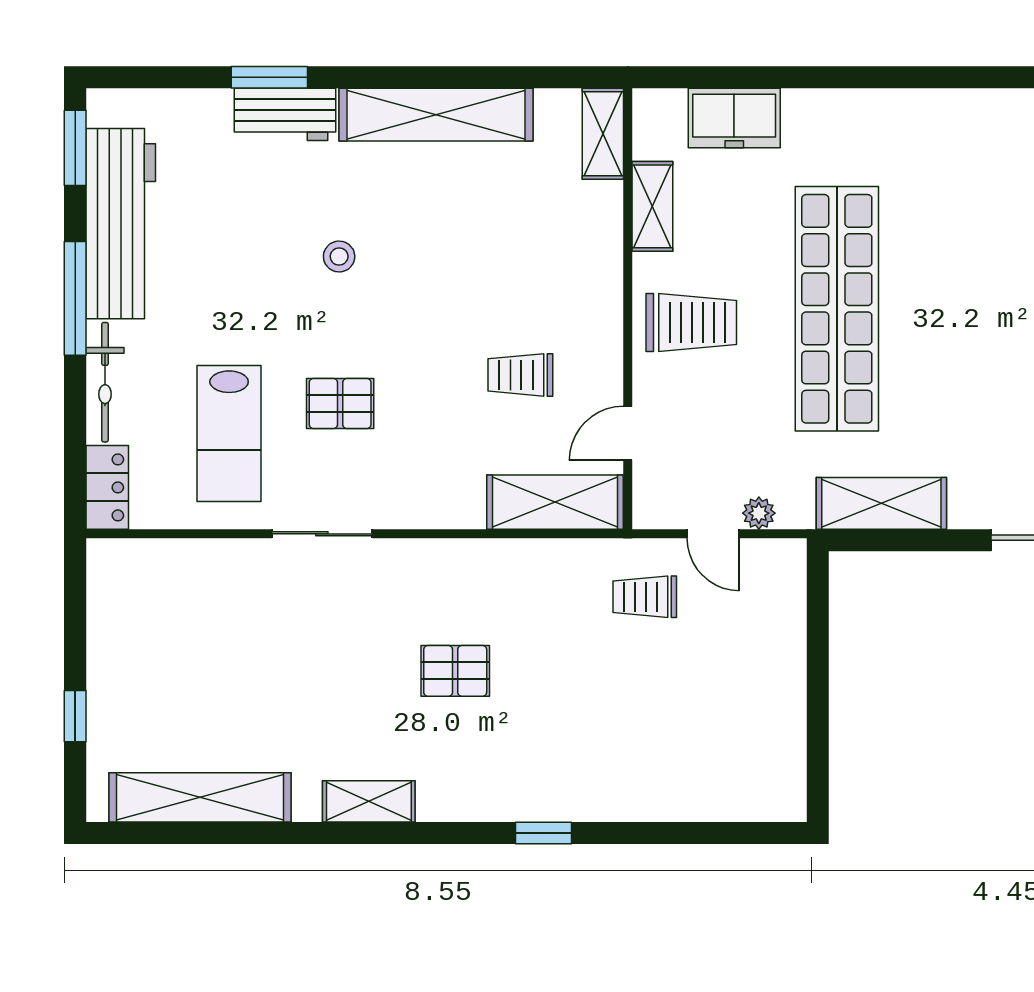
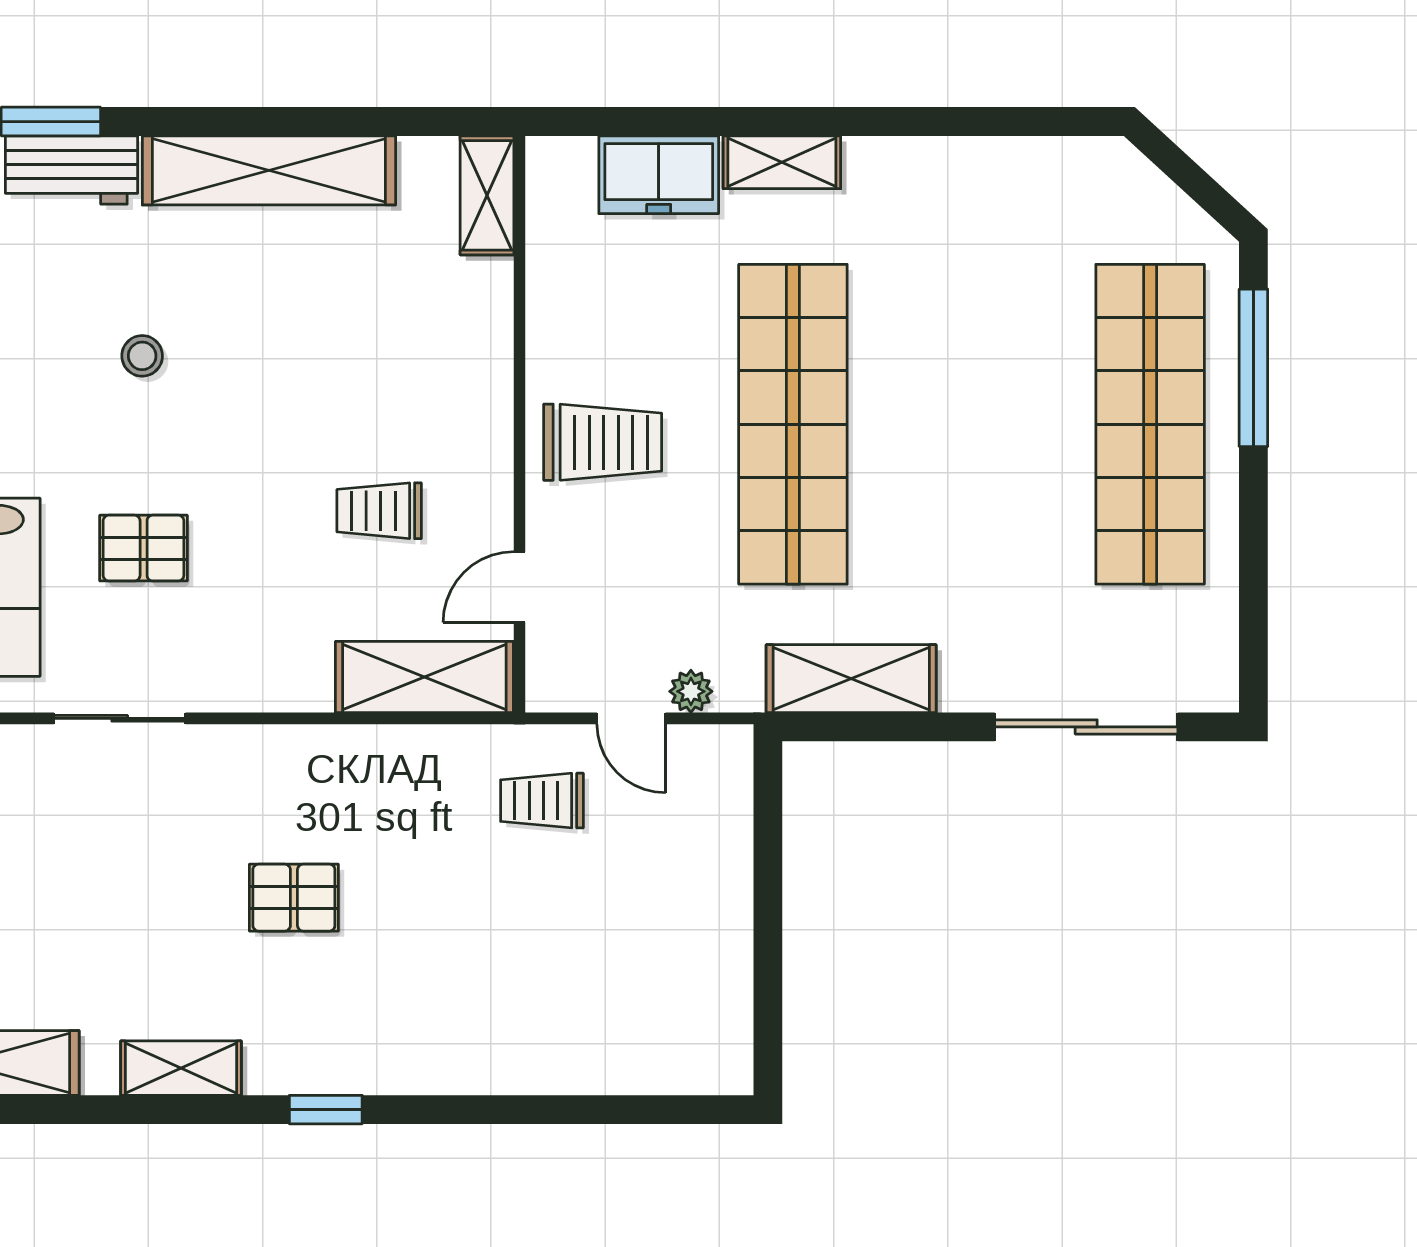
shelving: (652, 206) -> (782, 162), moved, turned 90
window: (544, 833) -> (326, 1110), moved

